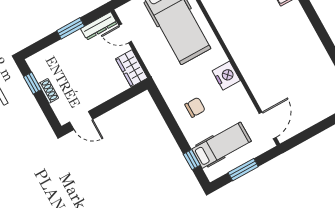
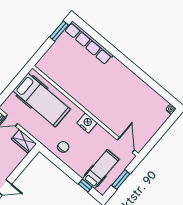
chair: (195, 107) -> (63, 147), moved

